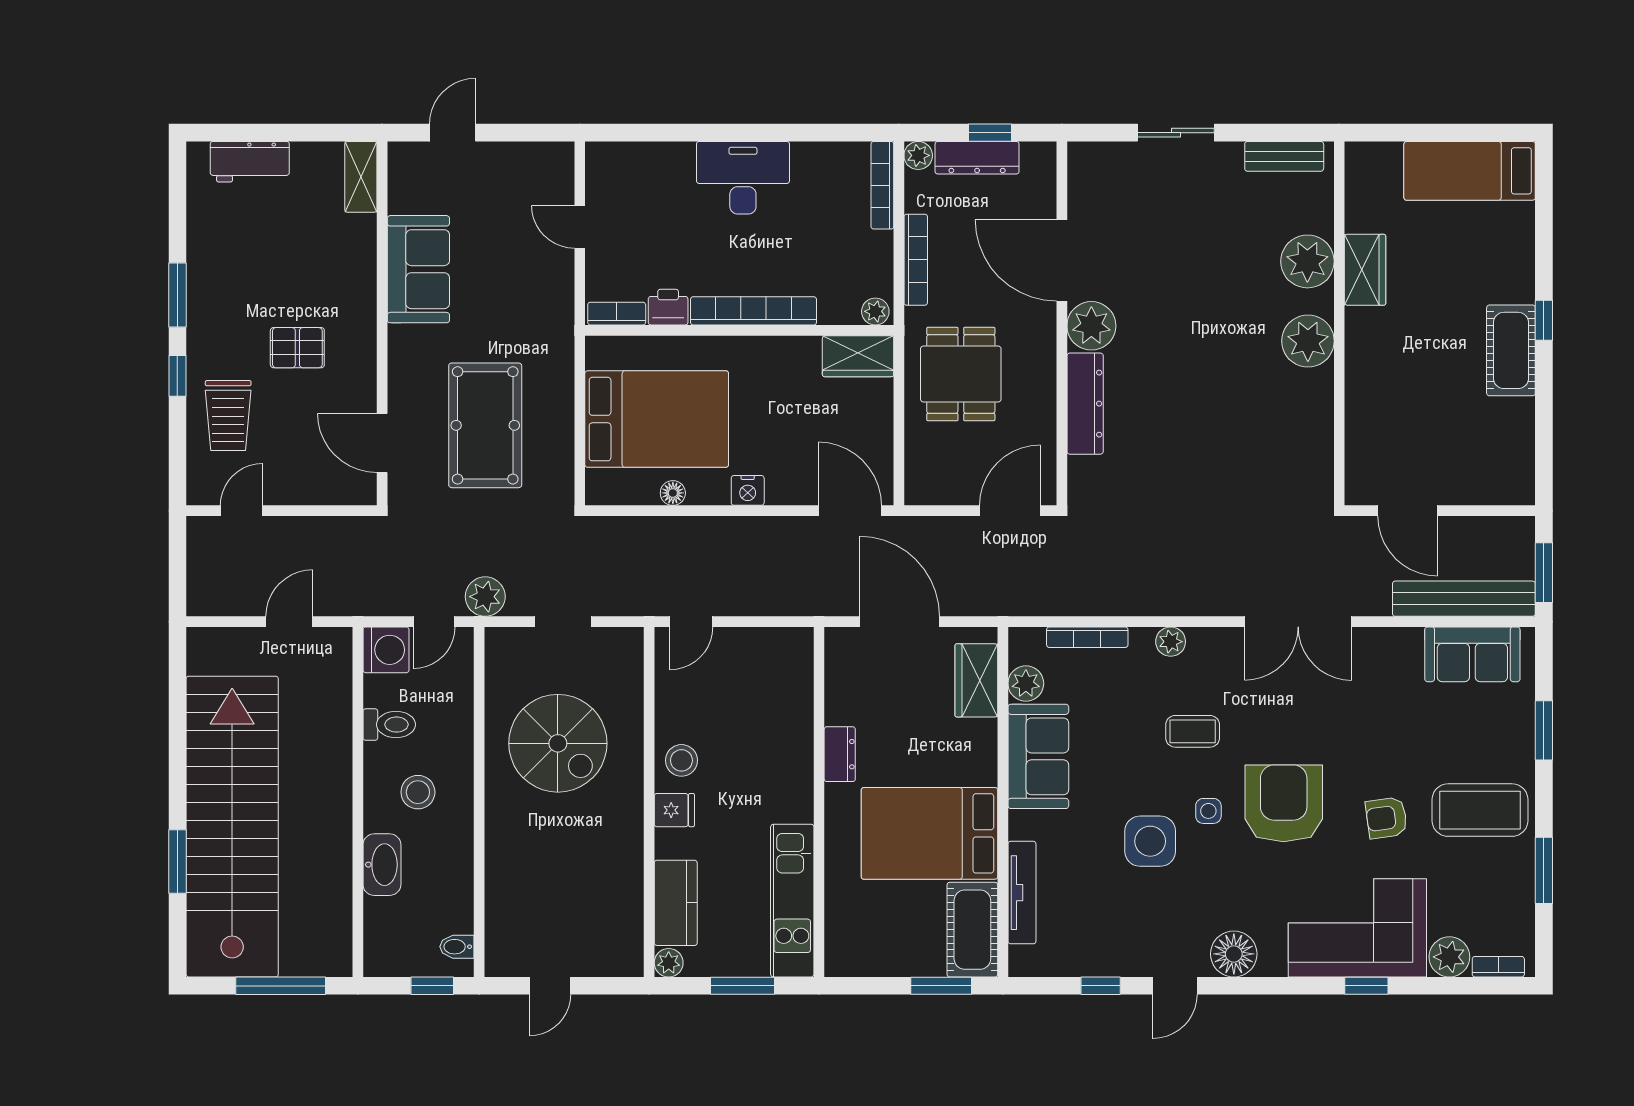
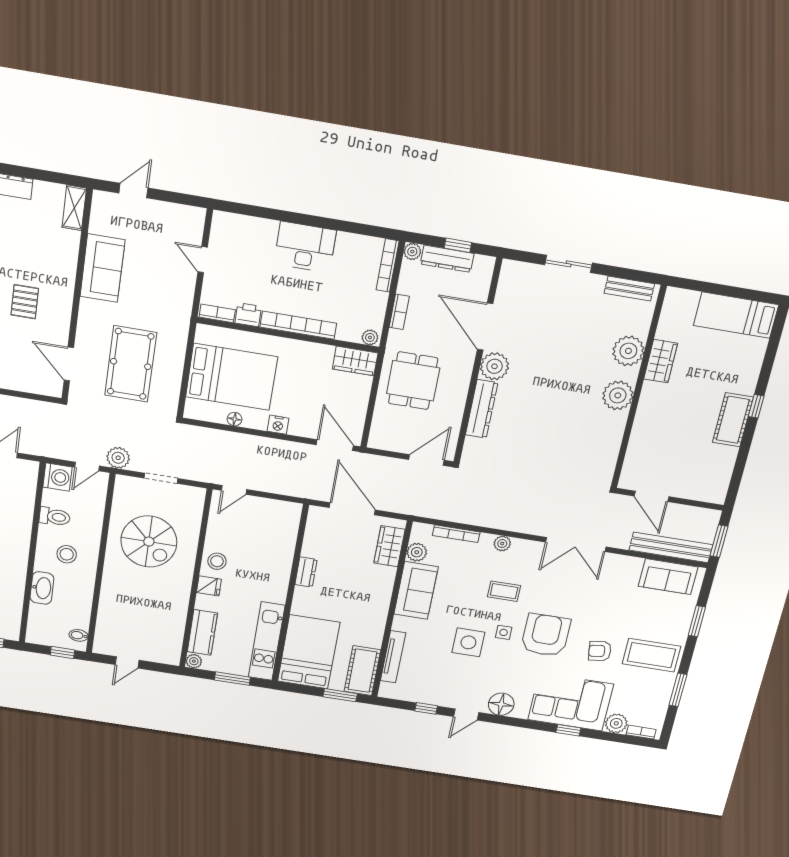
bookcase: (916, 260) -> (399, 312), width x0.64
pallet: (297, 348) -> (25, 302), turned 90
bed: (929, 833) -> (309, 652), moved, turned 90

